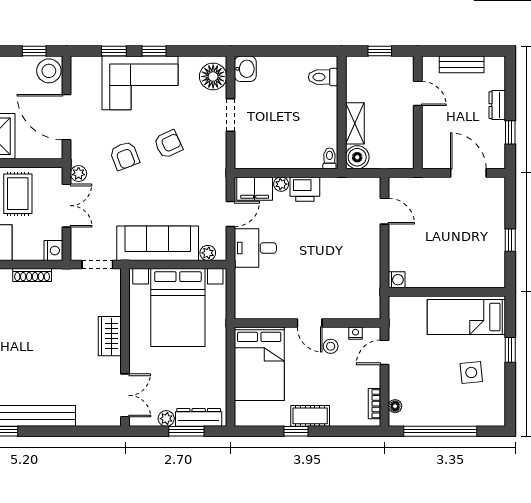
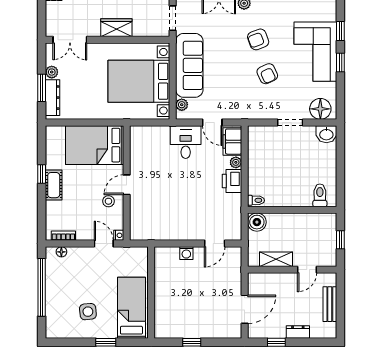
shelving: (355, 123) -> (276, 259), moved
washing machine: (397, 280) -> (186, 253), moved
nightstand: (355, 333) -> (119, 235), moved

